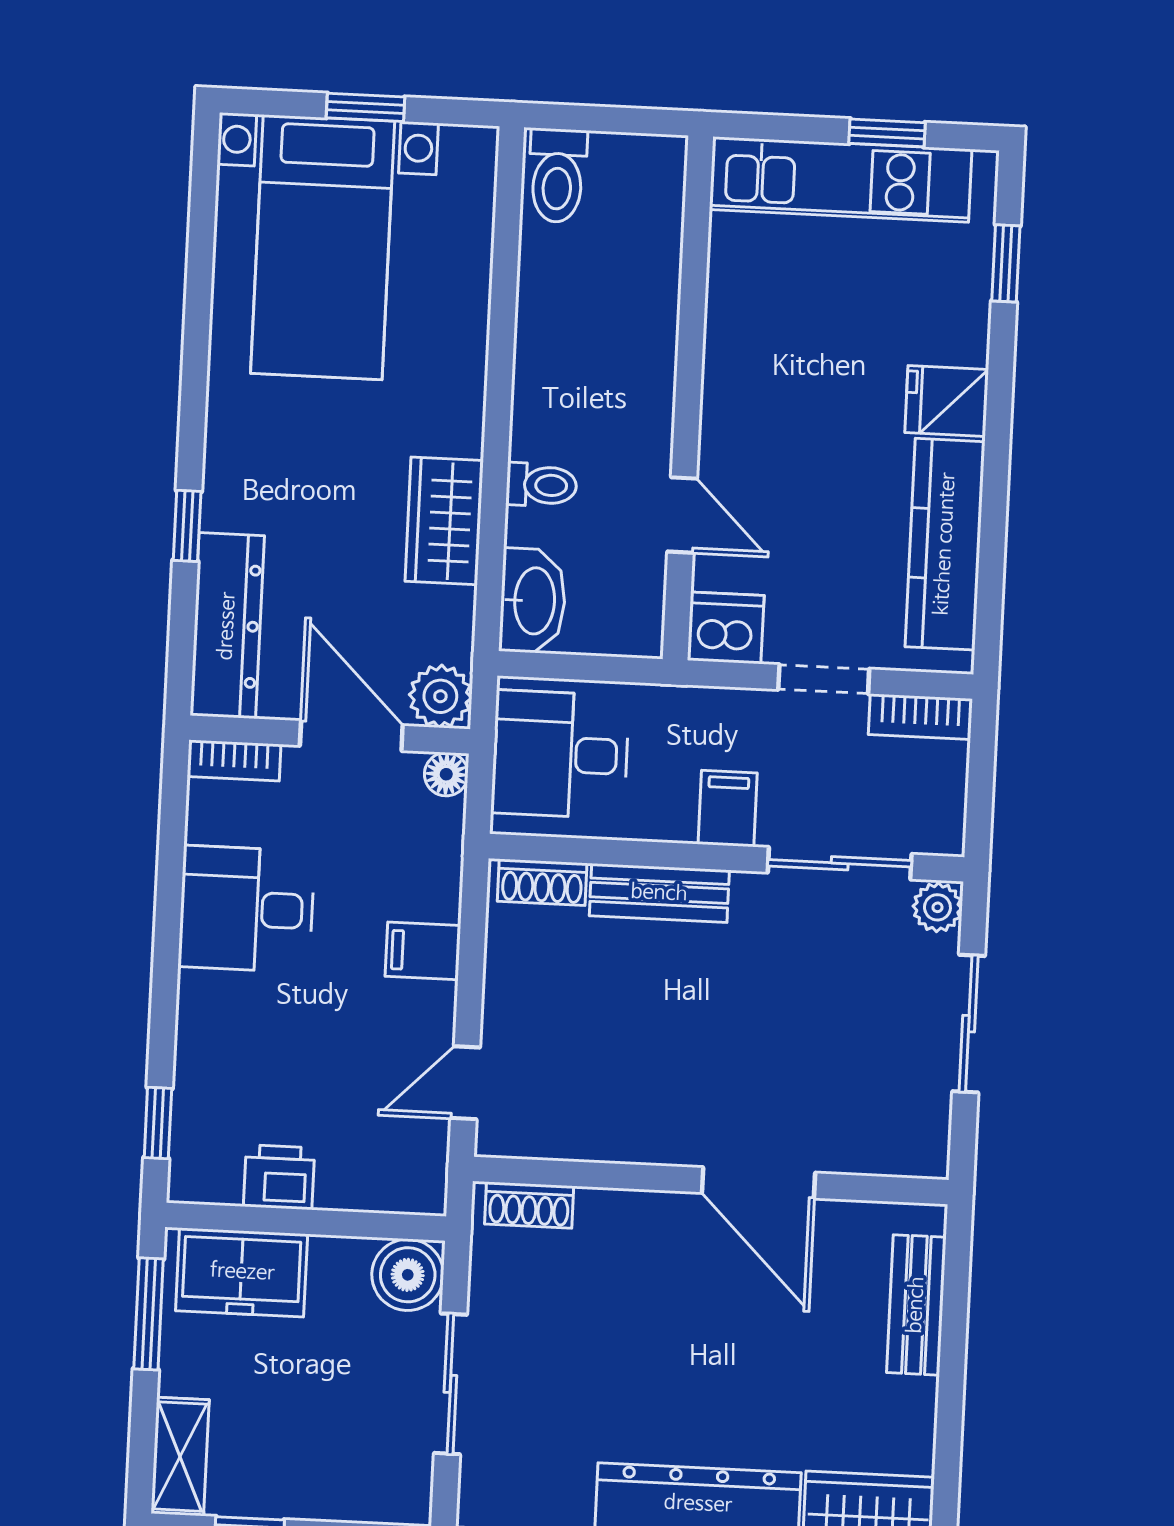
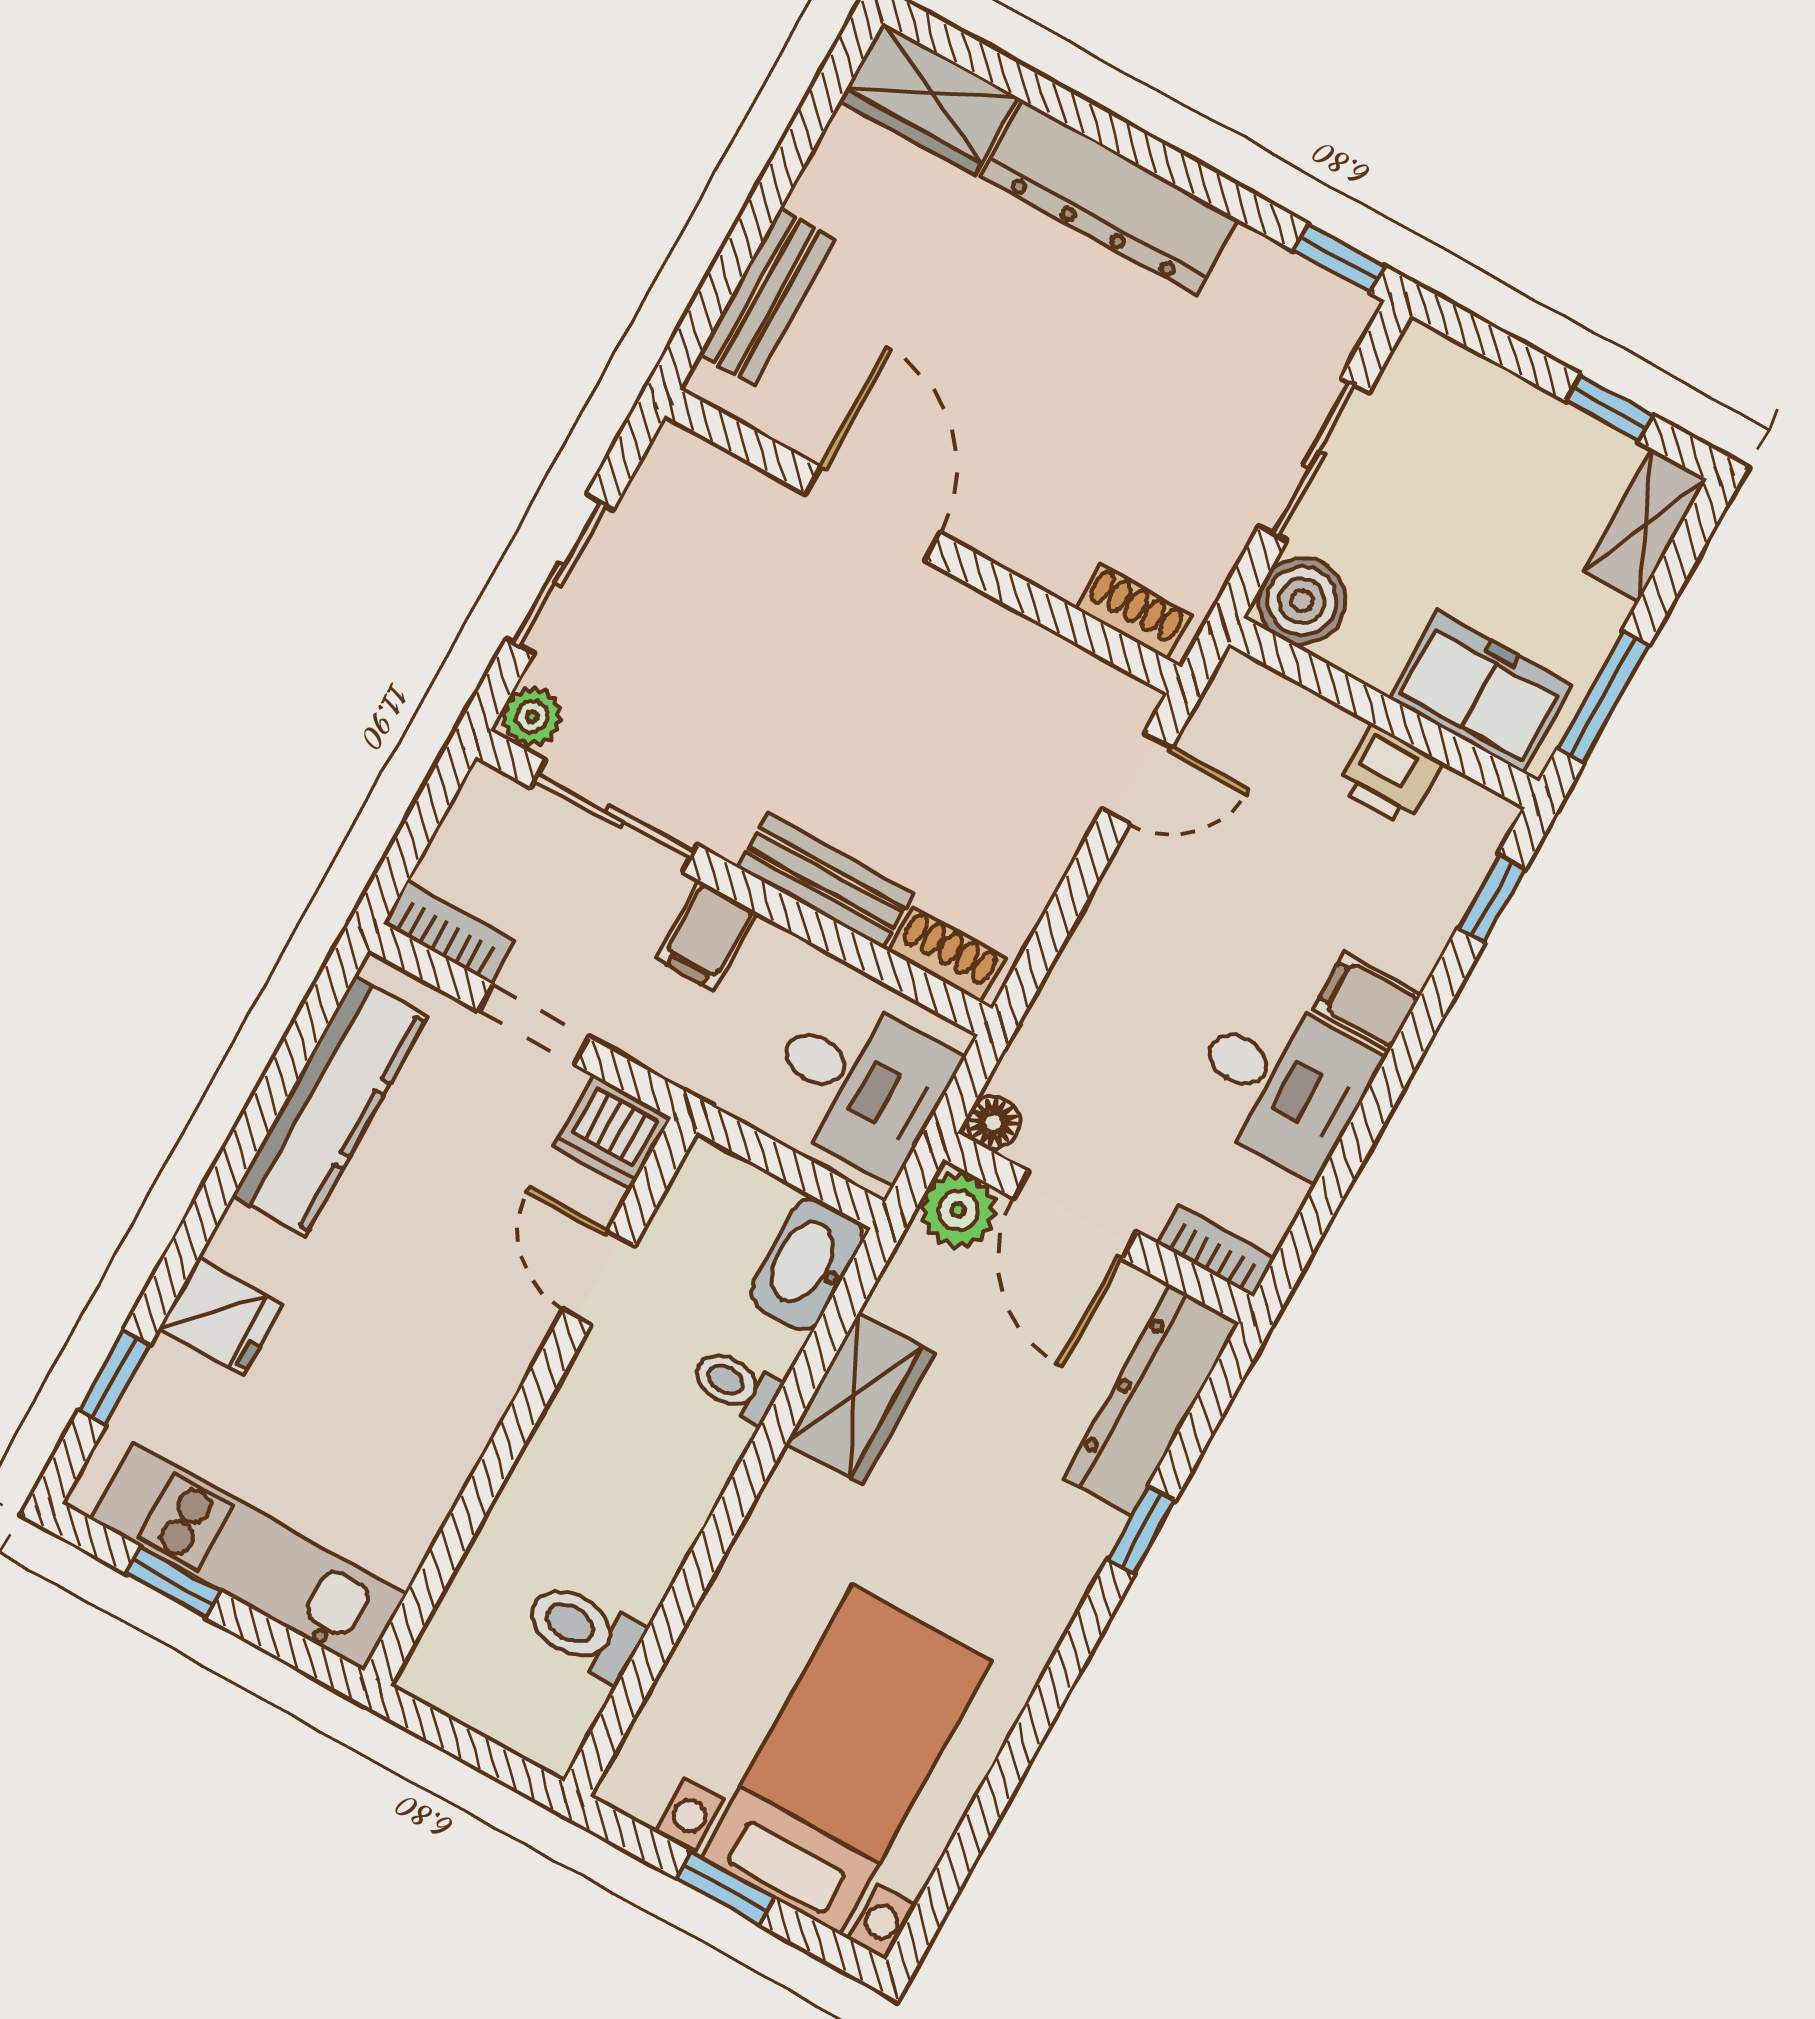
toilet: (557, 176) -> (584, 1630), moved, turned -90
fridge: (947, 401) -> (221, 1316), moved
filing cabinet: (423, 951) -> (1367, 1002), moved, turned 180

